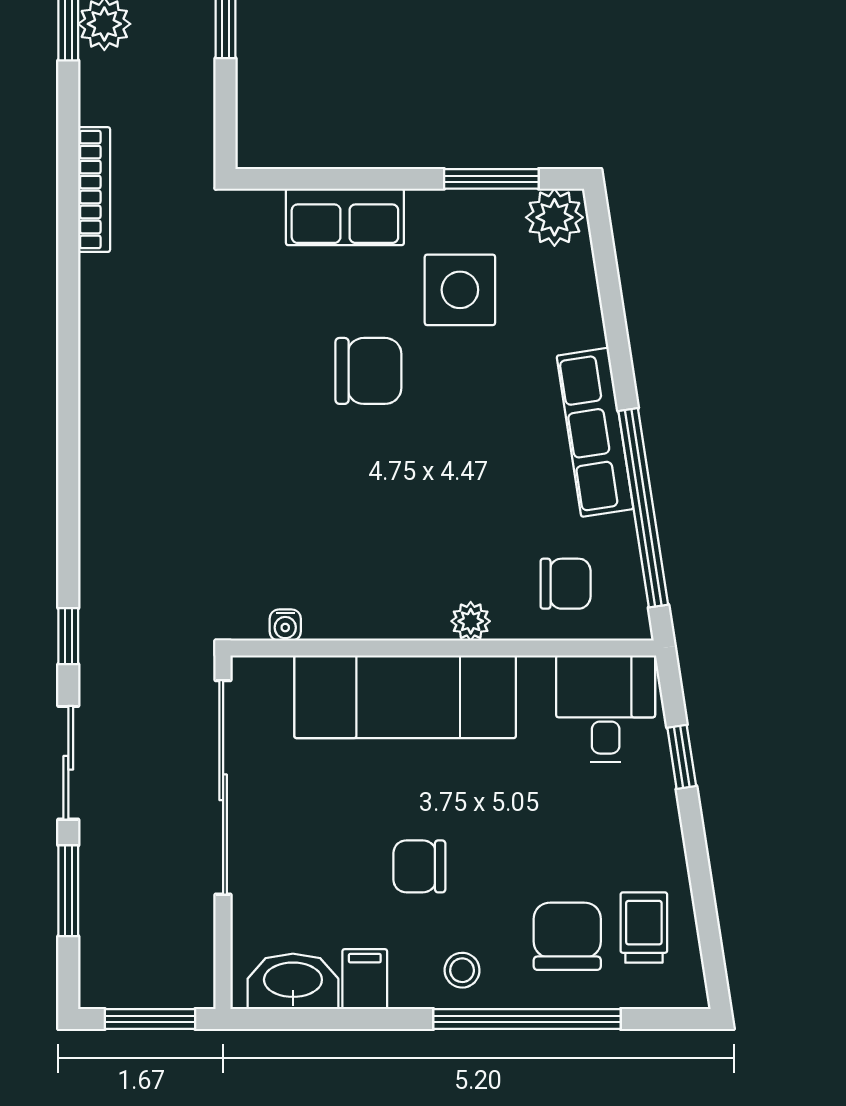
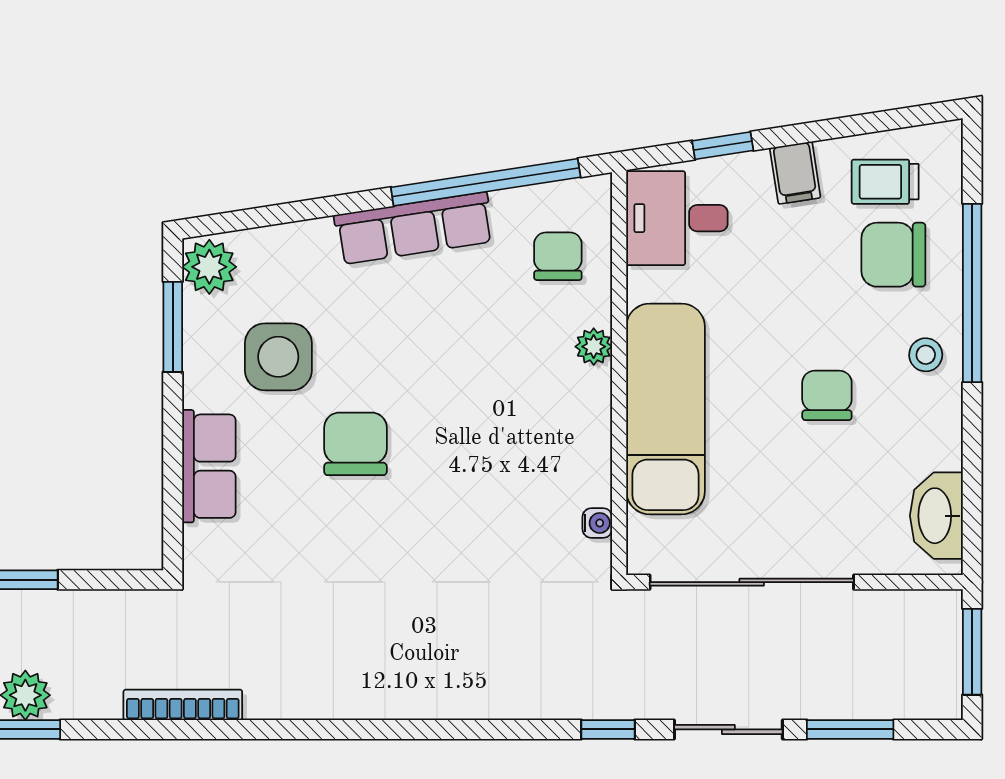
chair: (419, 866) -> (827, 395), turned 180
filing cabinet: (365, 979) -> (795, 173), moved, turned -99

